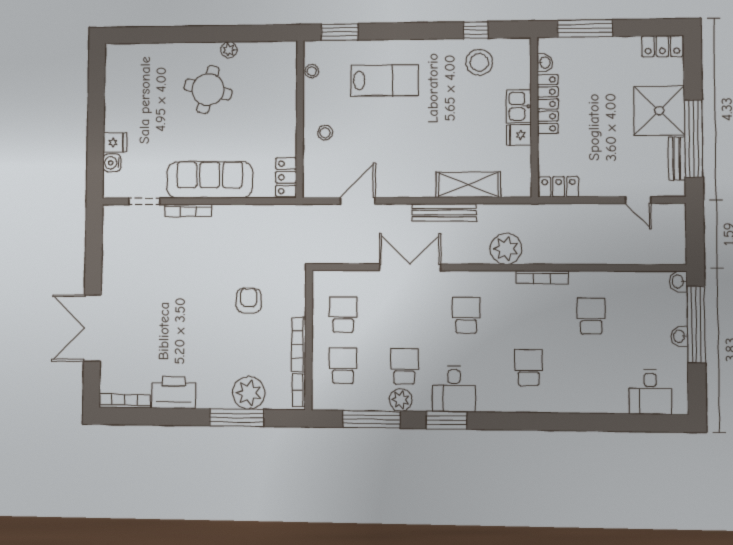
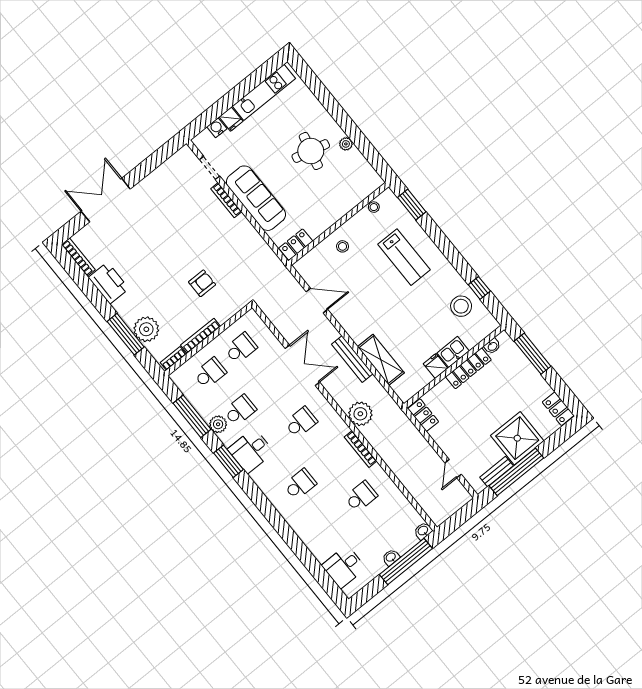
kitchen unit: (116, 90) -> (264, 92), added

